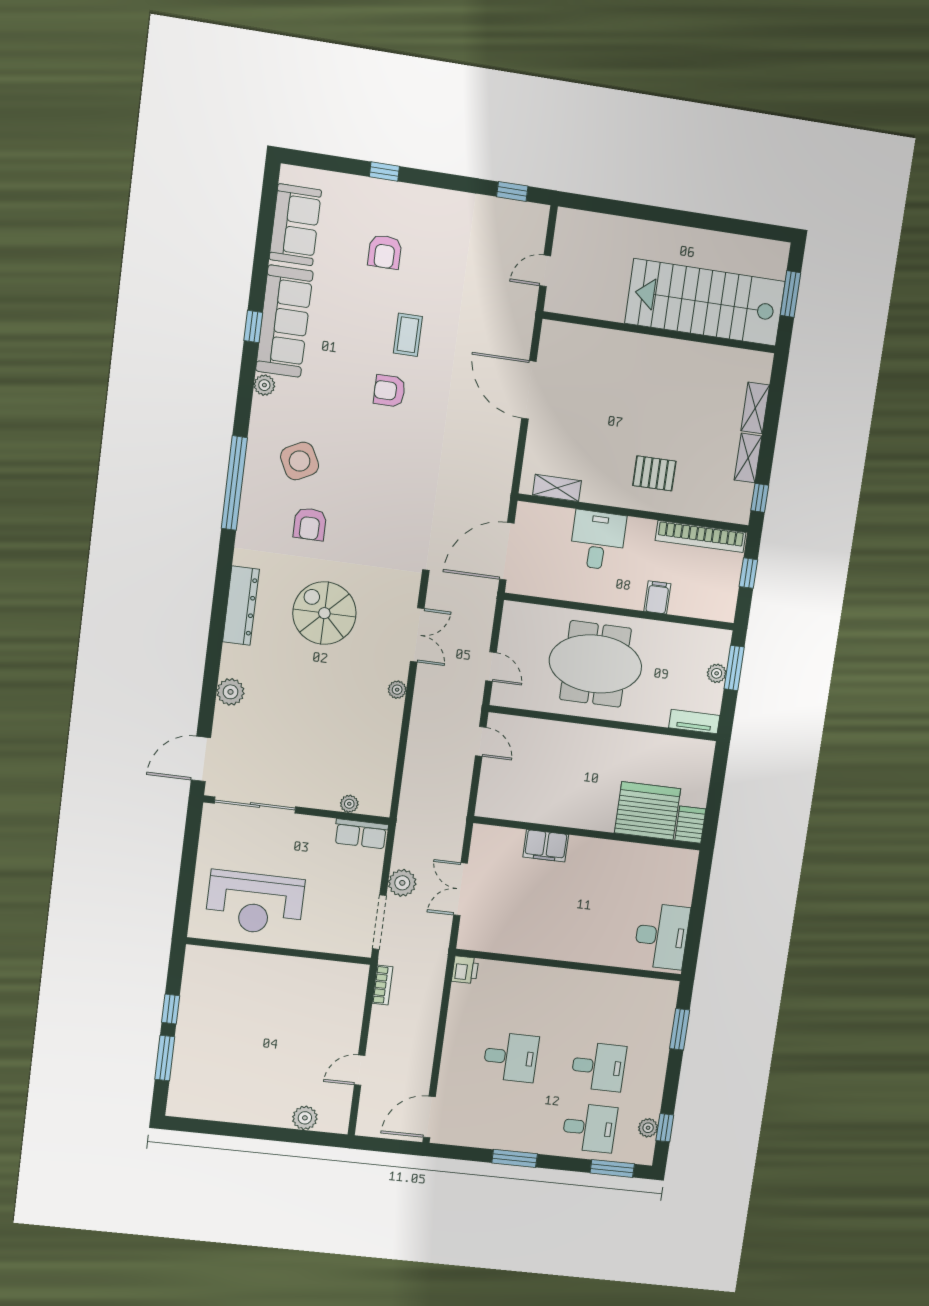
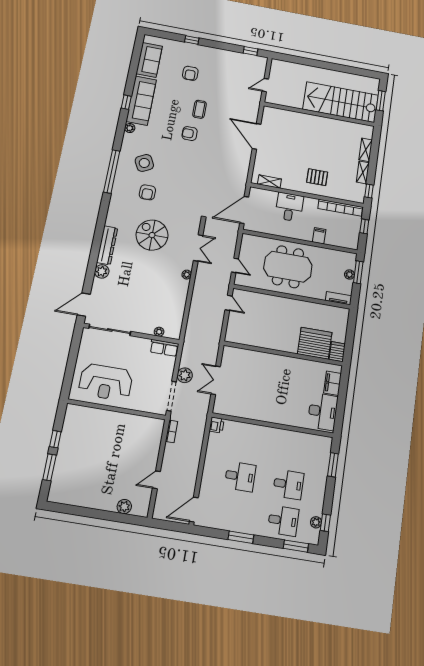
dresser: (241, 606) -> (107, 245), moved
filing cabinet: (546, 846) -> (333, 383), moved, turned 90

